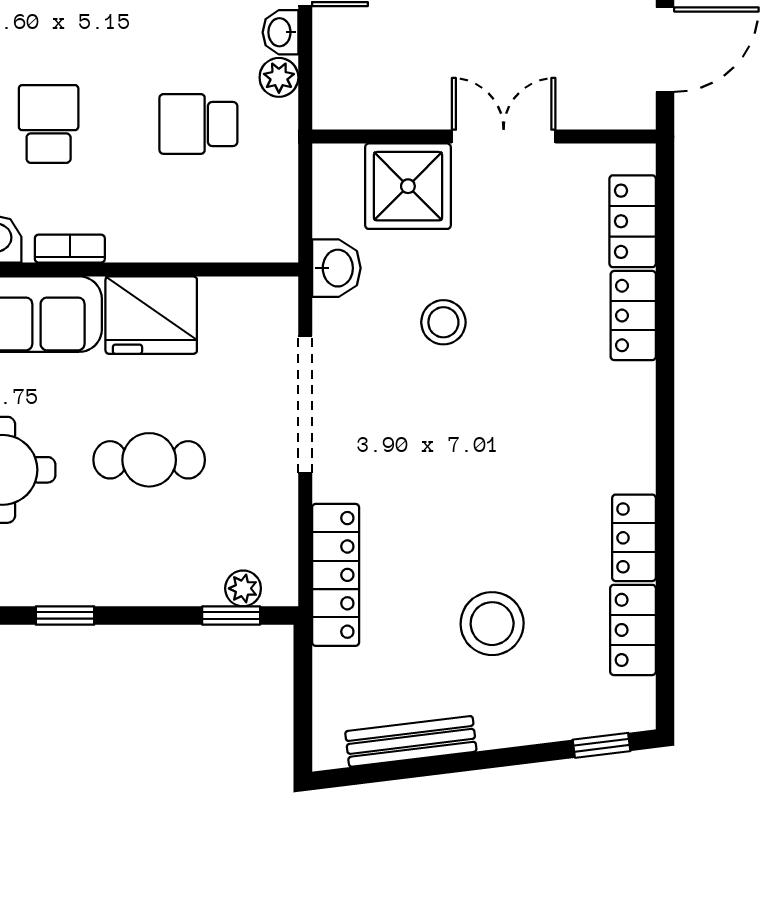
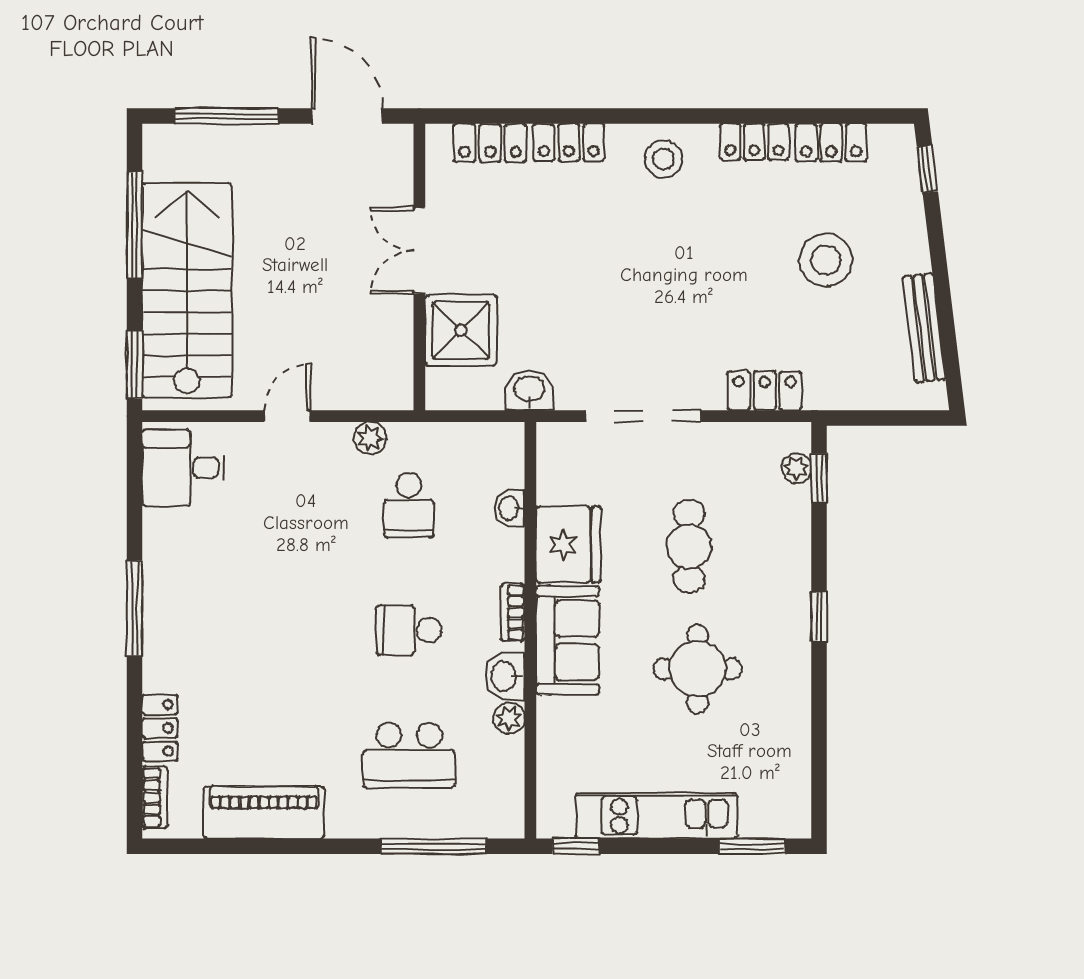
washbasin: (281, 32) -> (510, 508), moved, turned 90
stool: (443, 322) -> (663, 159), moved
locker: (336, 575) -> (765, 391), width x0.66

